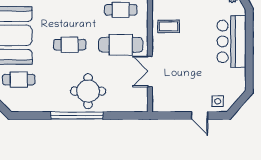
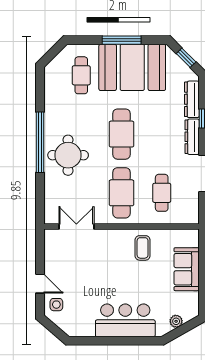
cafe table: (70, 45) -> (121, 134), width x1.37, depth x1.35
double door: (150, 71) -> (76, 226), moved
door: (200, 115) -> (40, 284), swing flipped

